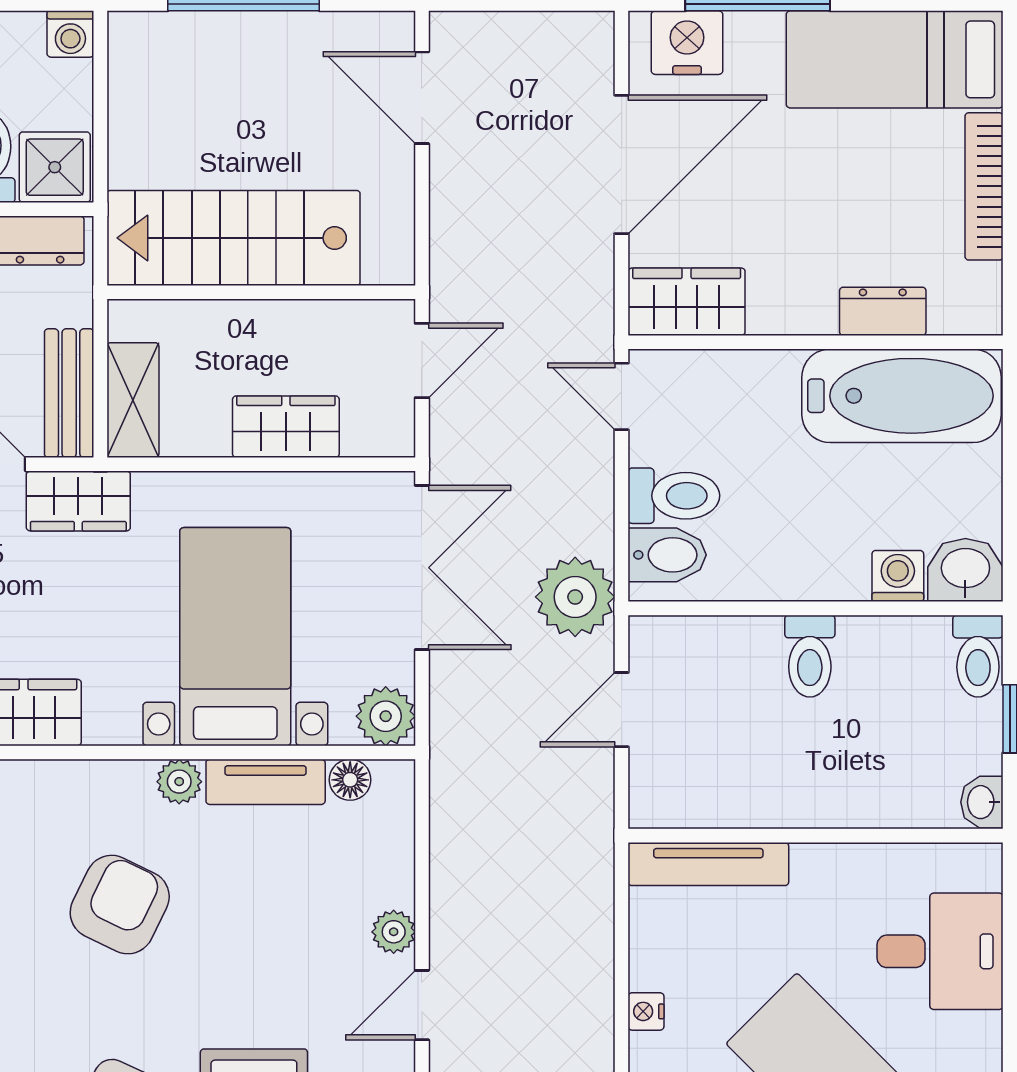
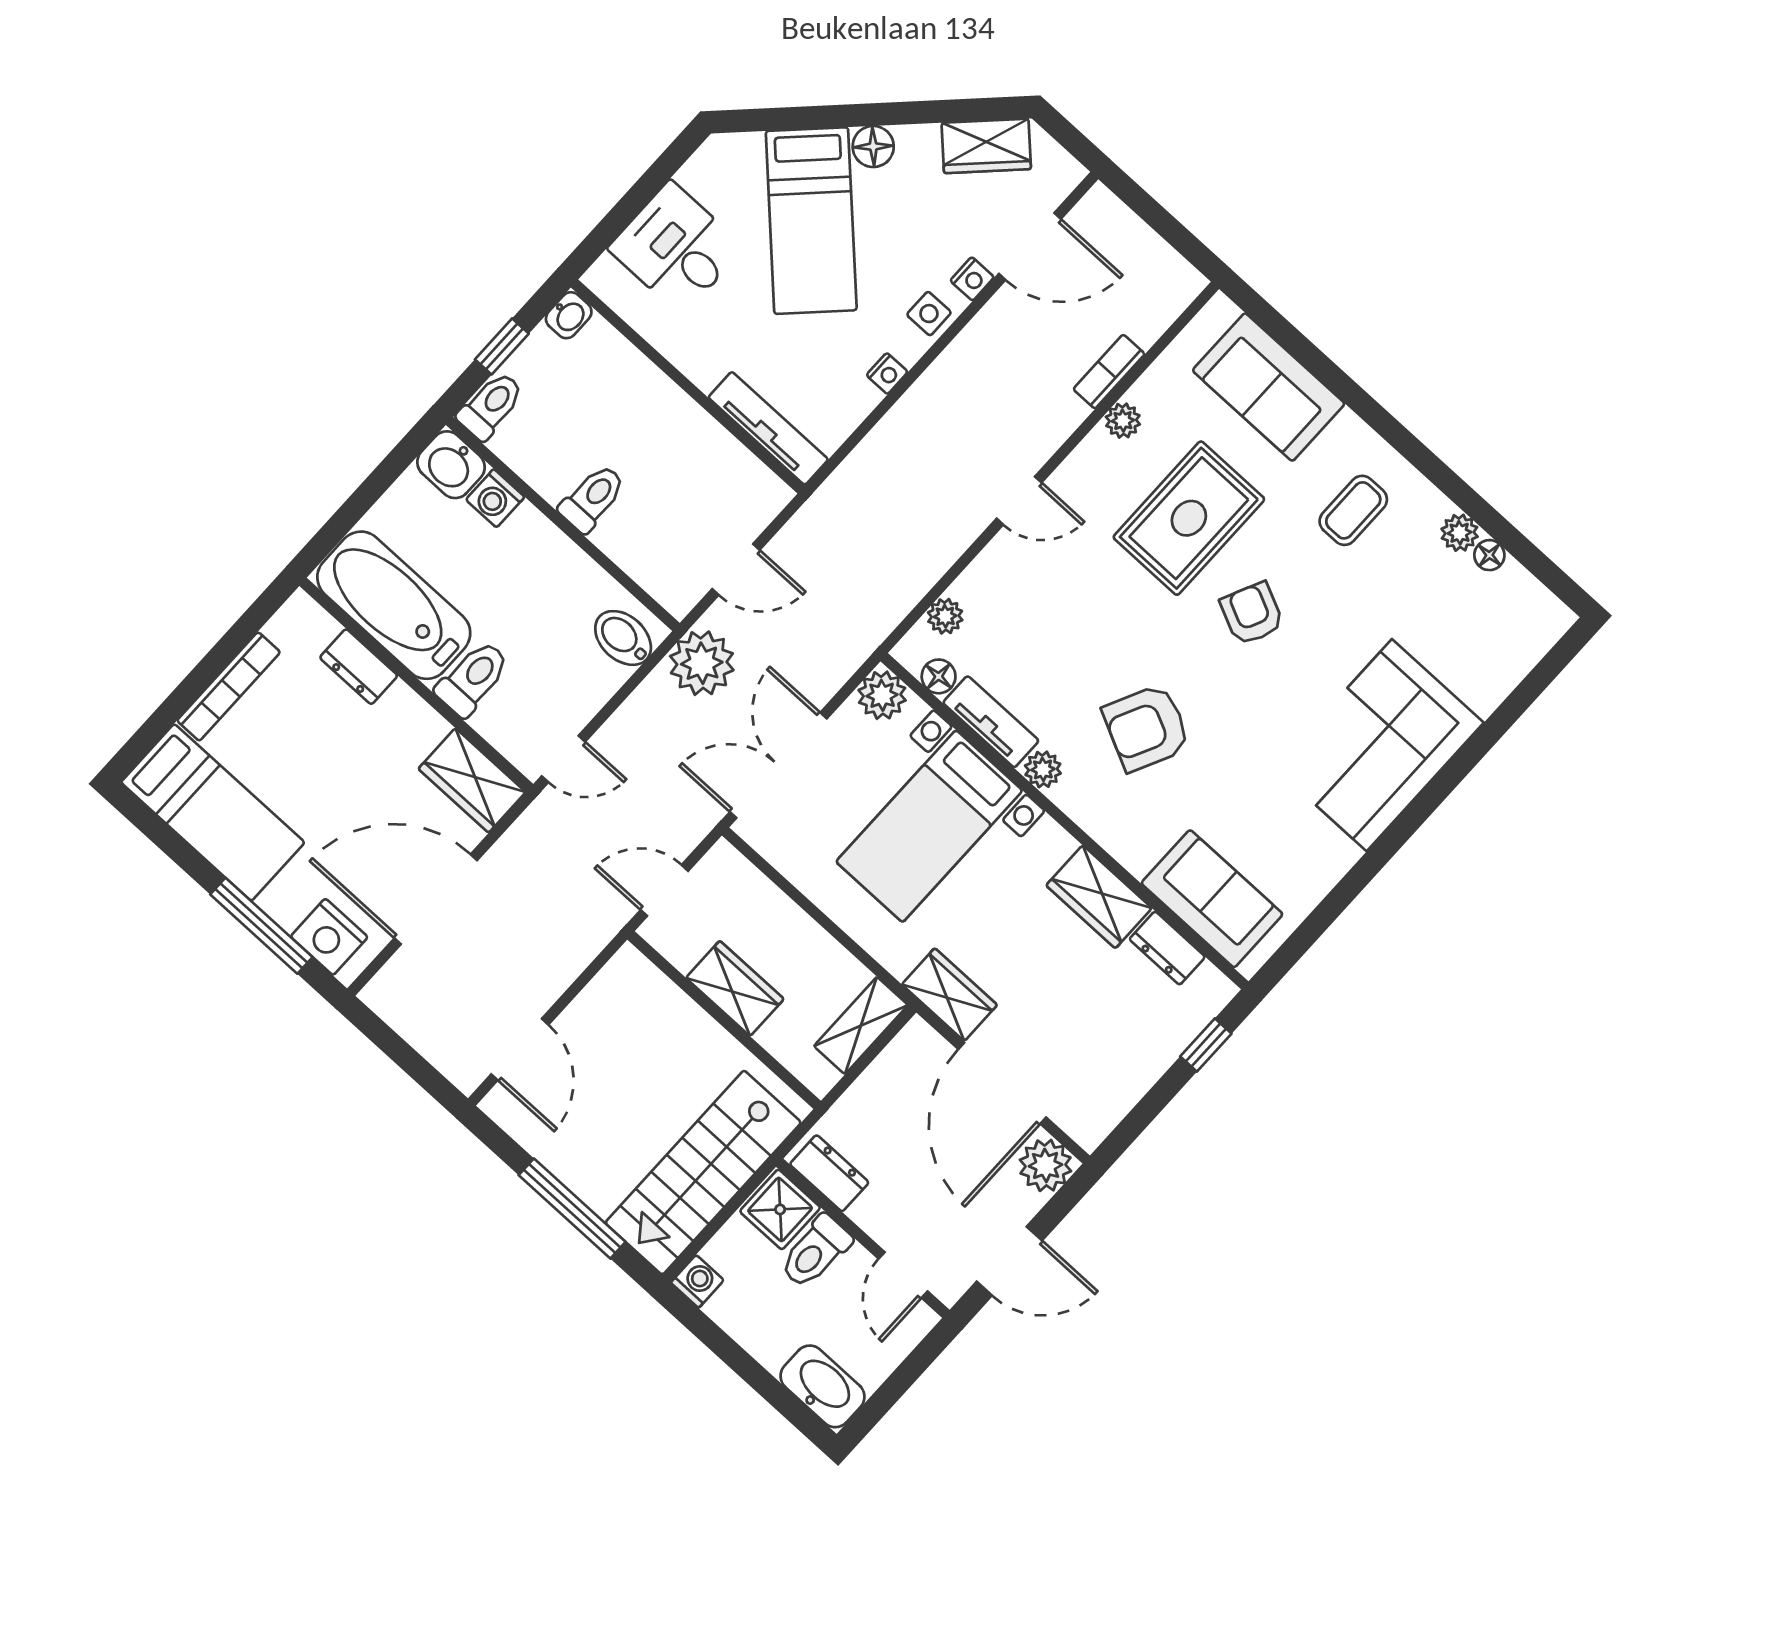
stairs: (234, 238) -> (703, 1173), moved, turned 90
bench: (69, 393) -> (896, 1065), removed
door: (622, 396) -> (563, 759), hinge flipped
wardrobe: (286, 427) -> (735, 988), moved, turned 180
toilet: (674, 496) -> (473, 678), moved, turned 90
plant: (394, 932) -> (945, 616), moved

